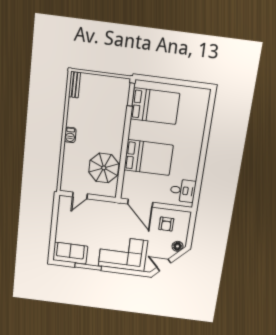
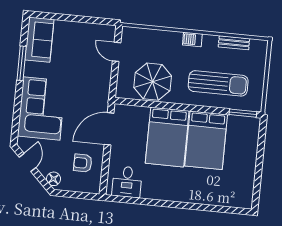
bench: (75, 85) -> (234, 43), moved
bed: (155, 106) -> (206, 140), moved
sun lounger: (106, 115) -> (218, 83), added

